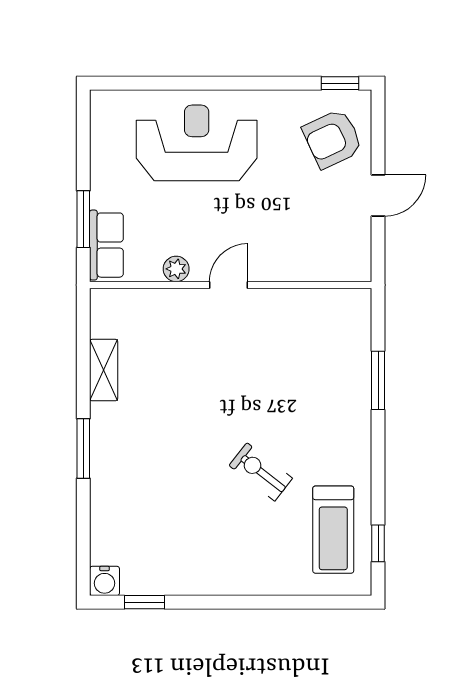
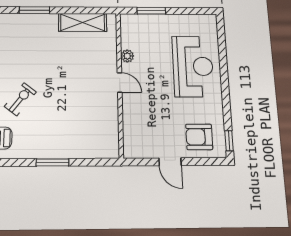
armchair: (333, 139) -> (199, 137), turned -65
row of seats: (106, 245) -> (139, 22), removed
shelving: (104, 370) -> (83, 22), width x1.50, depth x1.33
window: (378, 380) -> (52, 162), moved

